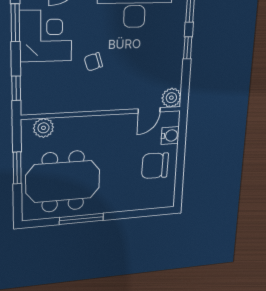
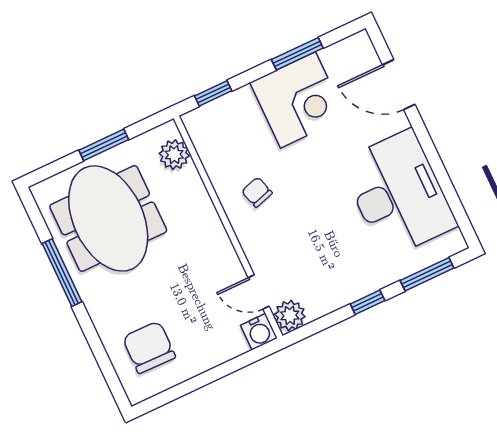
chair: (93, 62) -> (257, 192), moved
water cooler: (170, 136) -> (259, 332), moved
chair: (155, 166) -> (149, 347), moved

